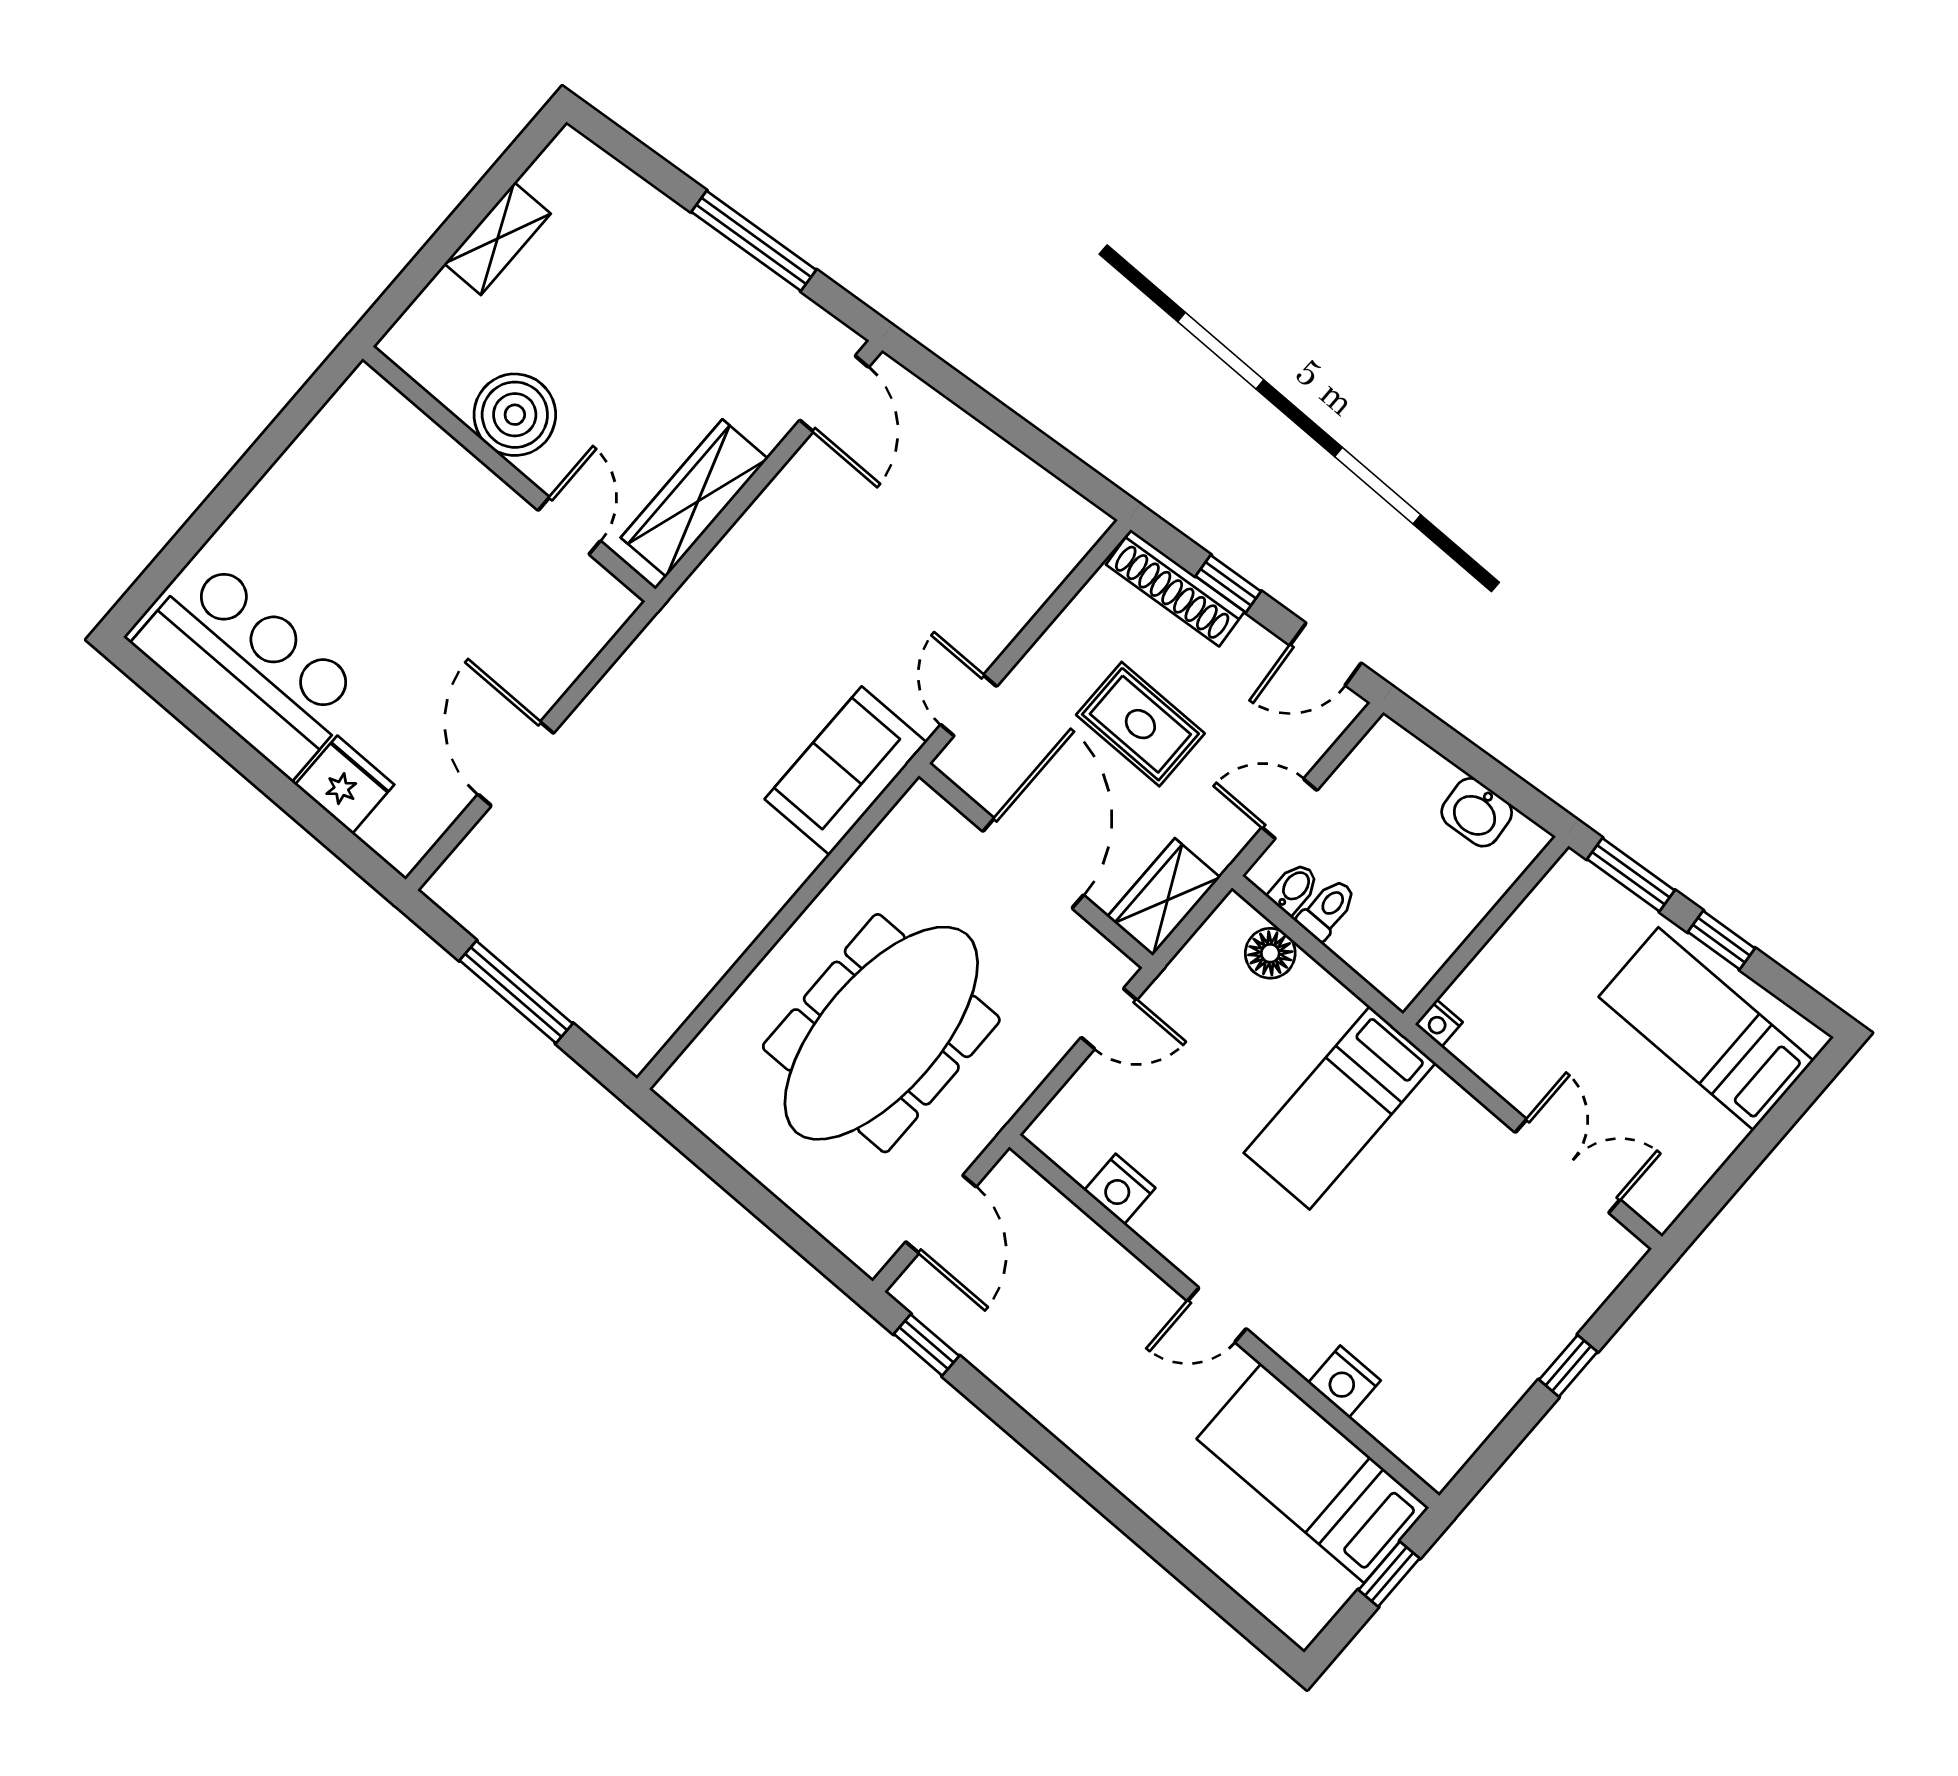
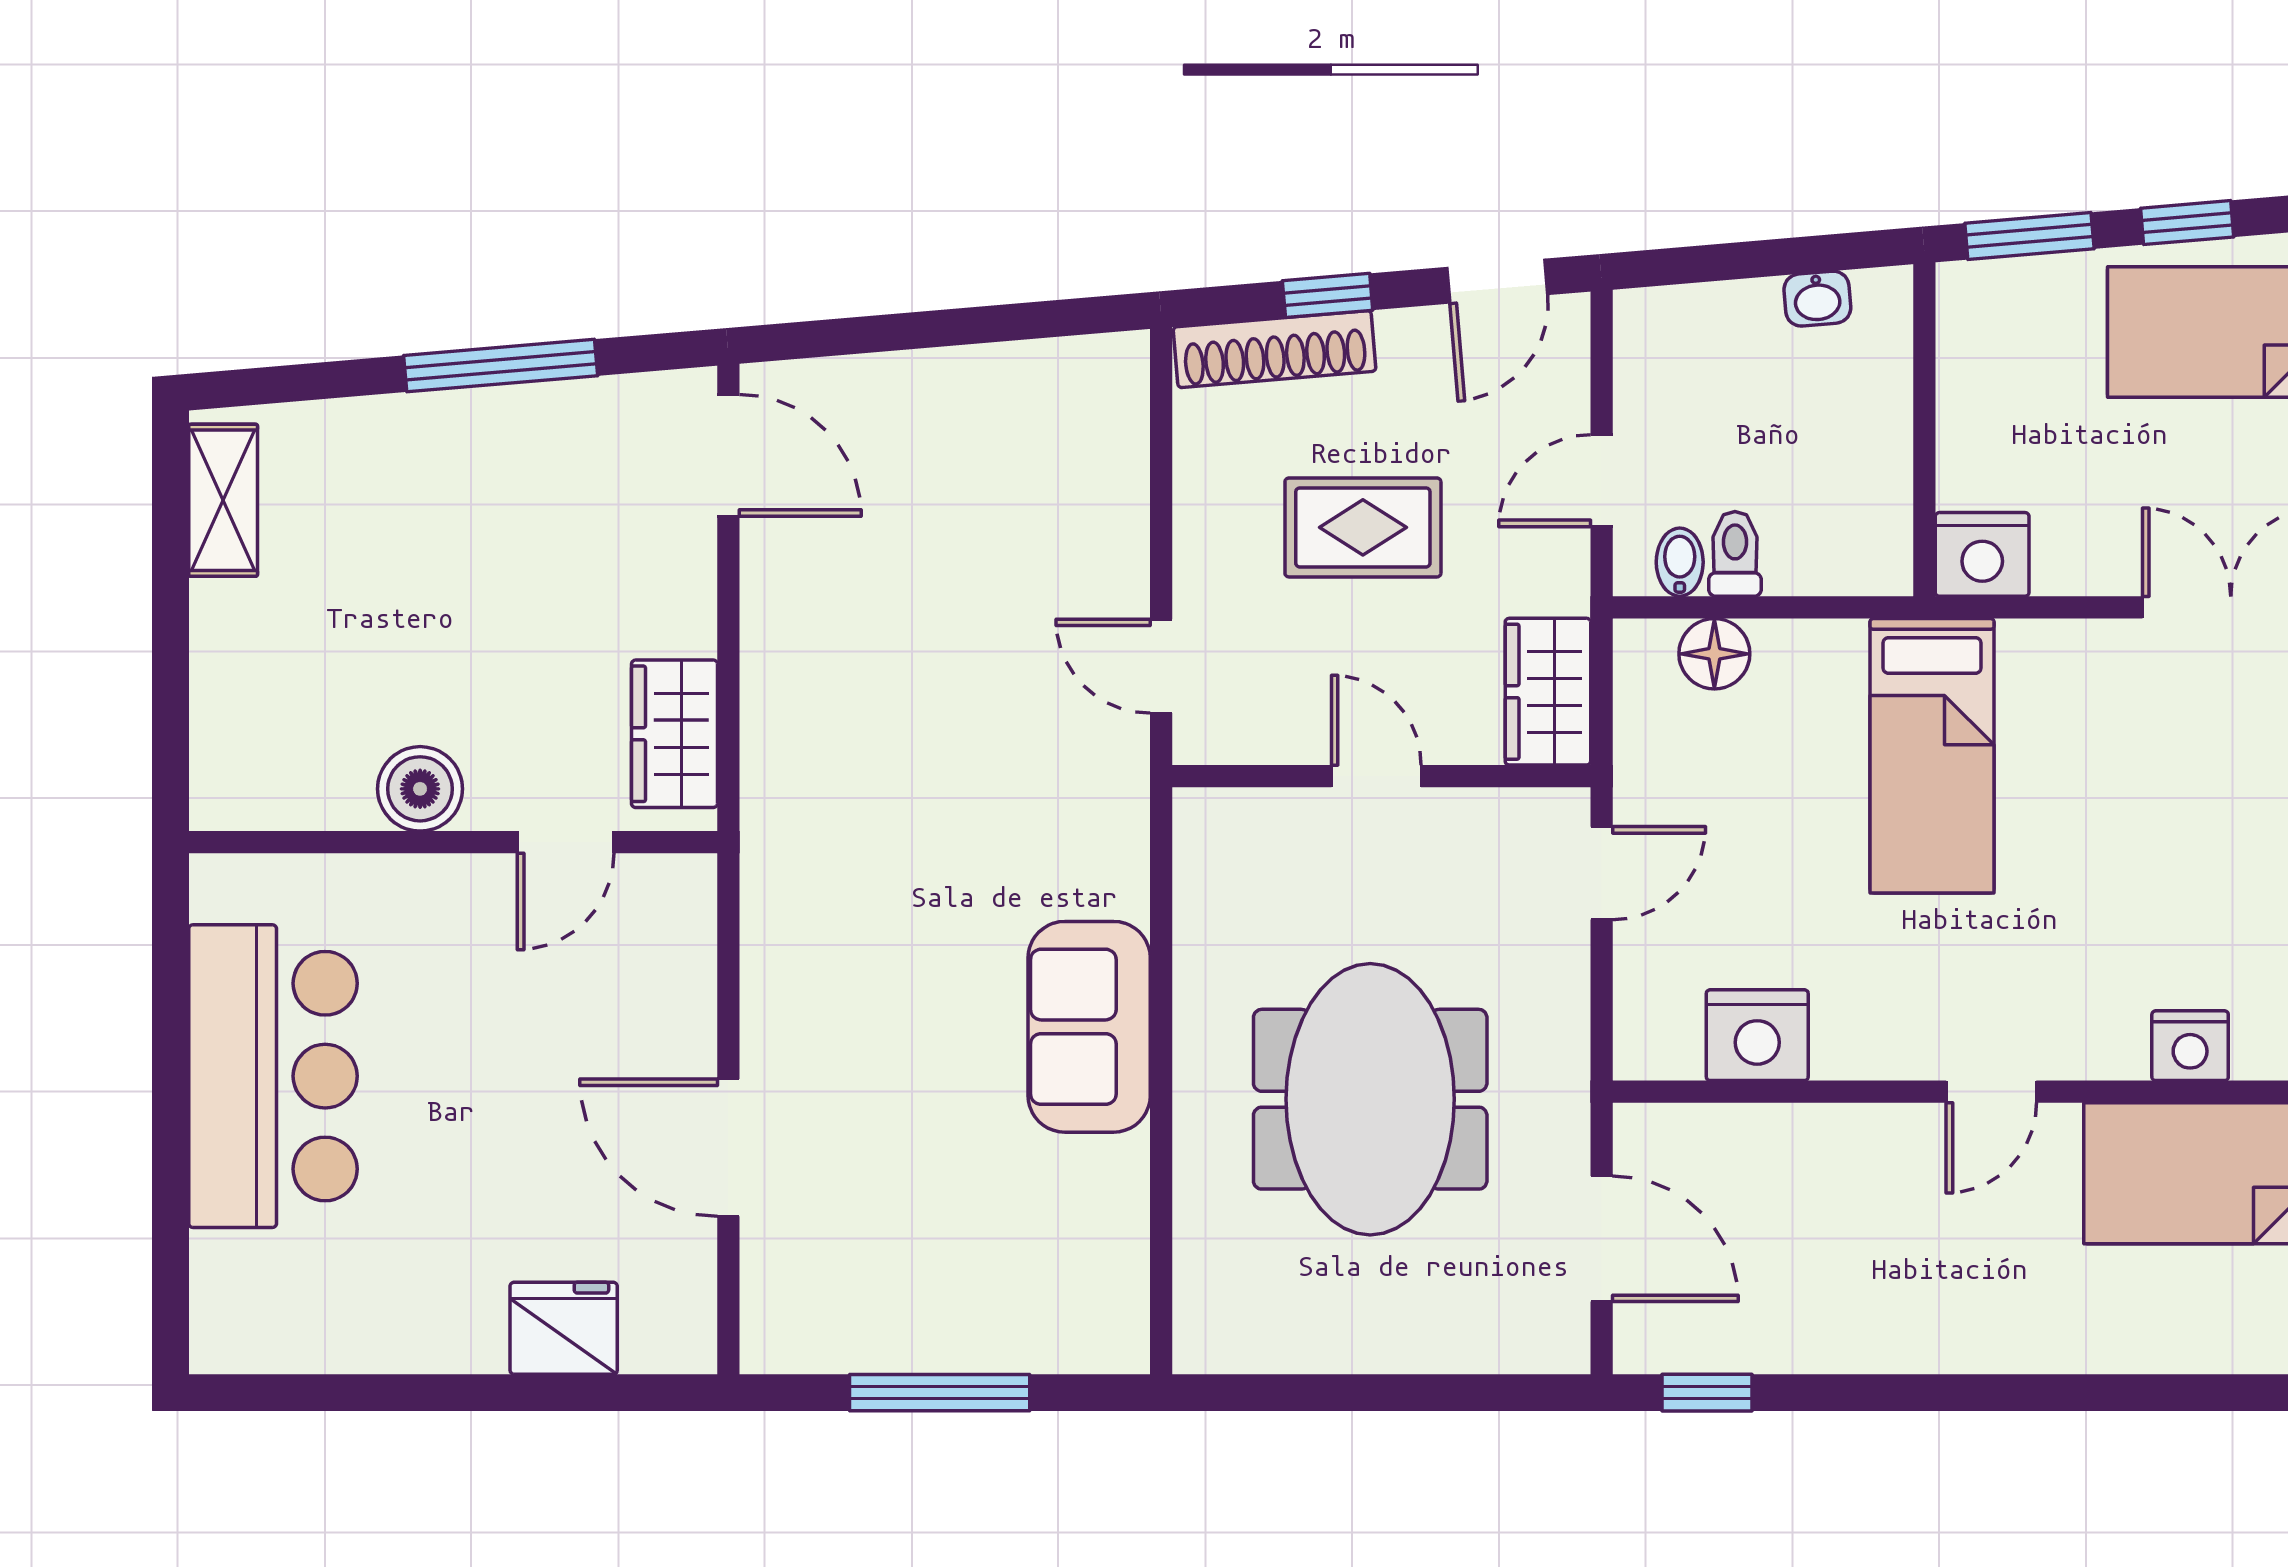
shelving: (498, 239) -> (223, 500), moved
boiler: (515, 415) -> (420, 789), width x0.73, depth x0.73
wardrobe: (694, 498) -> (674, 734), width x0.67
door: (569, 526) -> (566, 842), swing flipped
bar counter: (249, 667) -> (273, 1076), moved, turned 90
sofa: (846, 771) -> (1089, 1027), moved
washbasin: (1477, 812) -> (1817, 299), width x0.72, depth x0.69
door: (1033, 863) -> (1376, 776), width x0.53
nightstand: (1439, 1023) -> (1982, 554), width x1.89, depth x1.79
meeting table: (881, 1033) -> (1370, 1099), width x0.73
nightstand: (1120, 1189) -> (1757, 1035), width x1.36, depth x1.33

